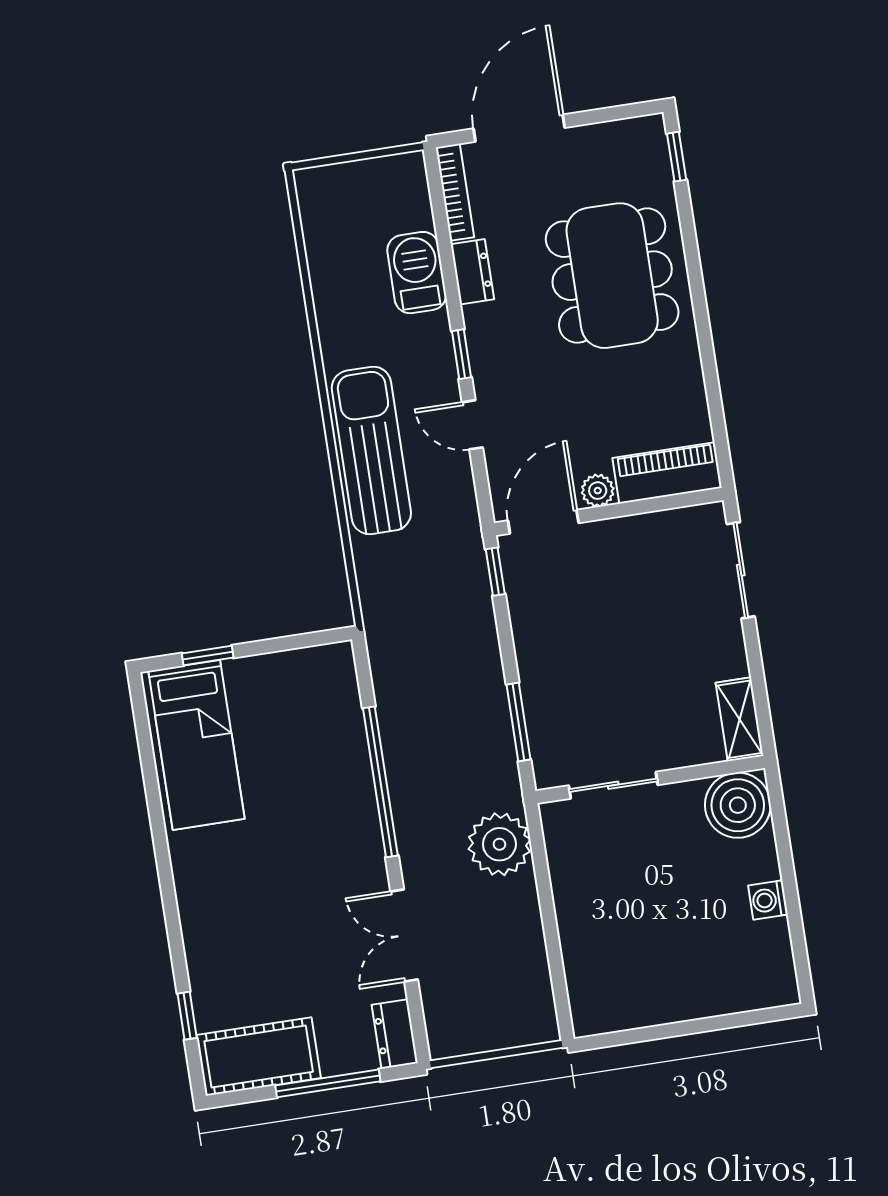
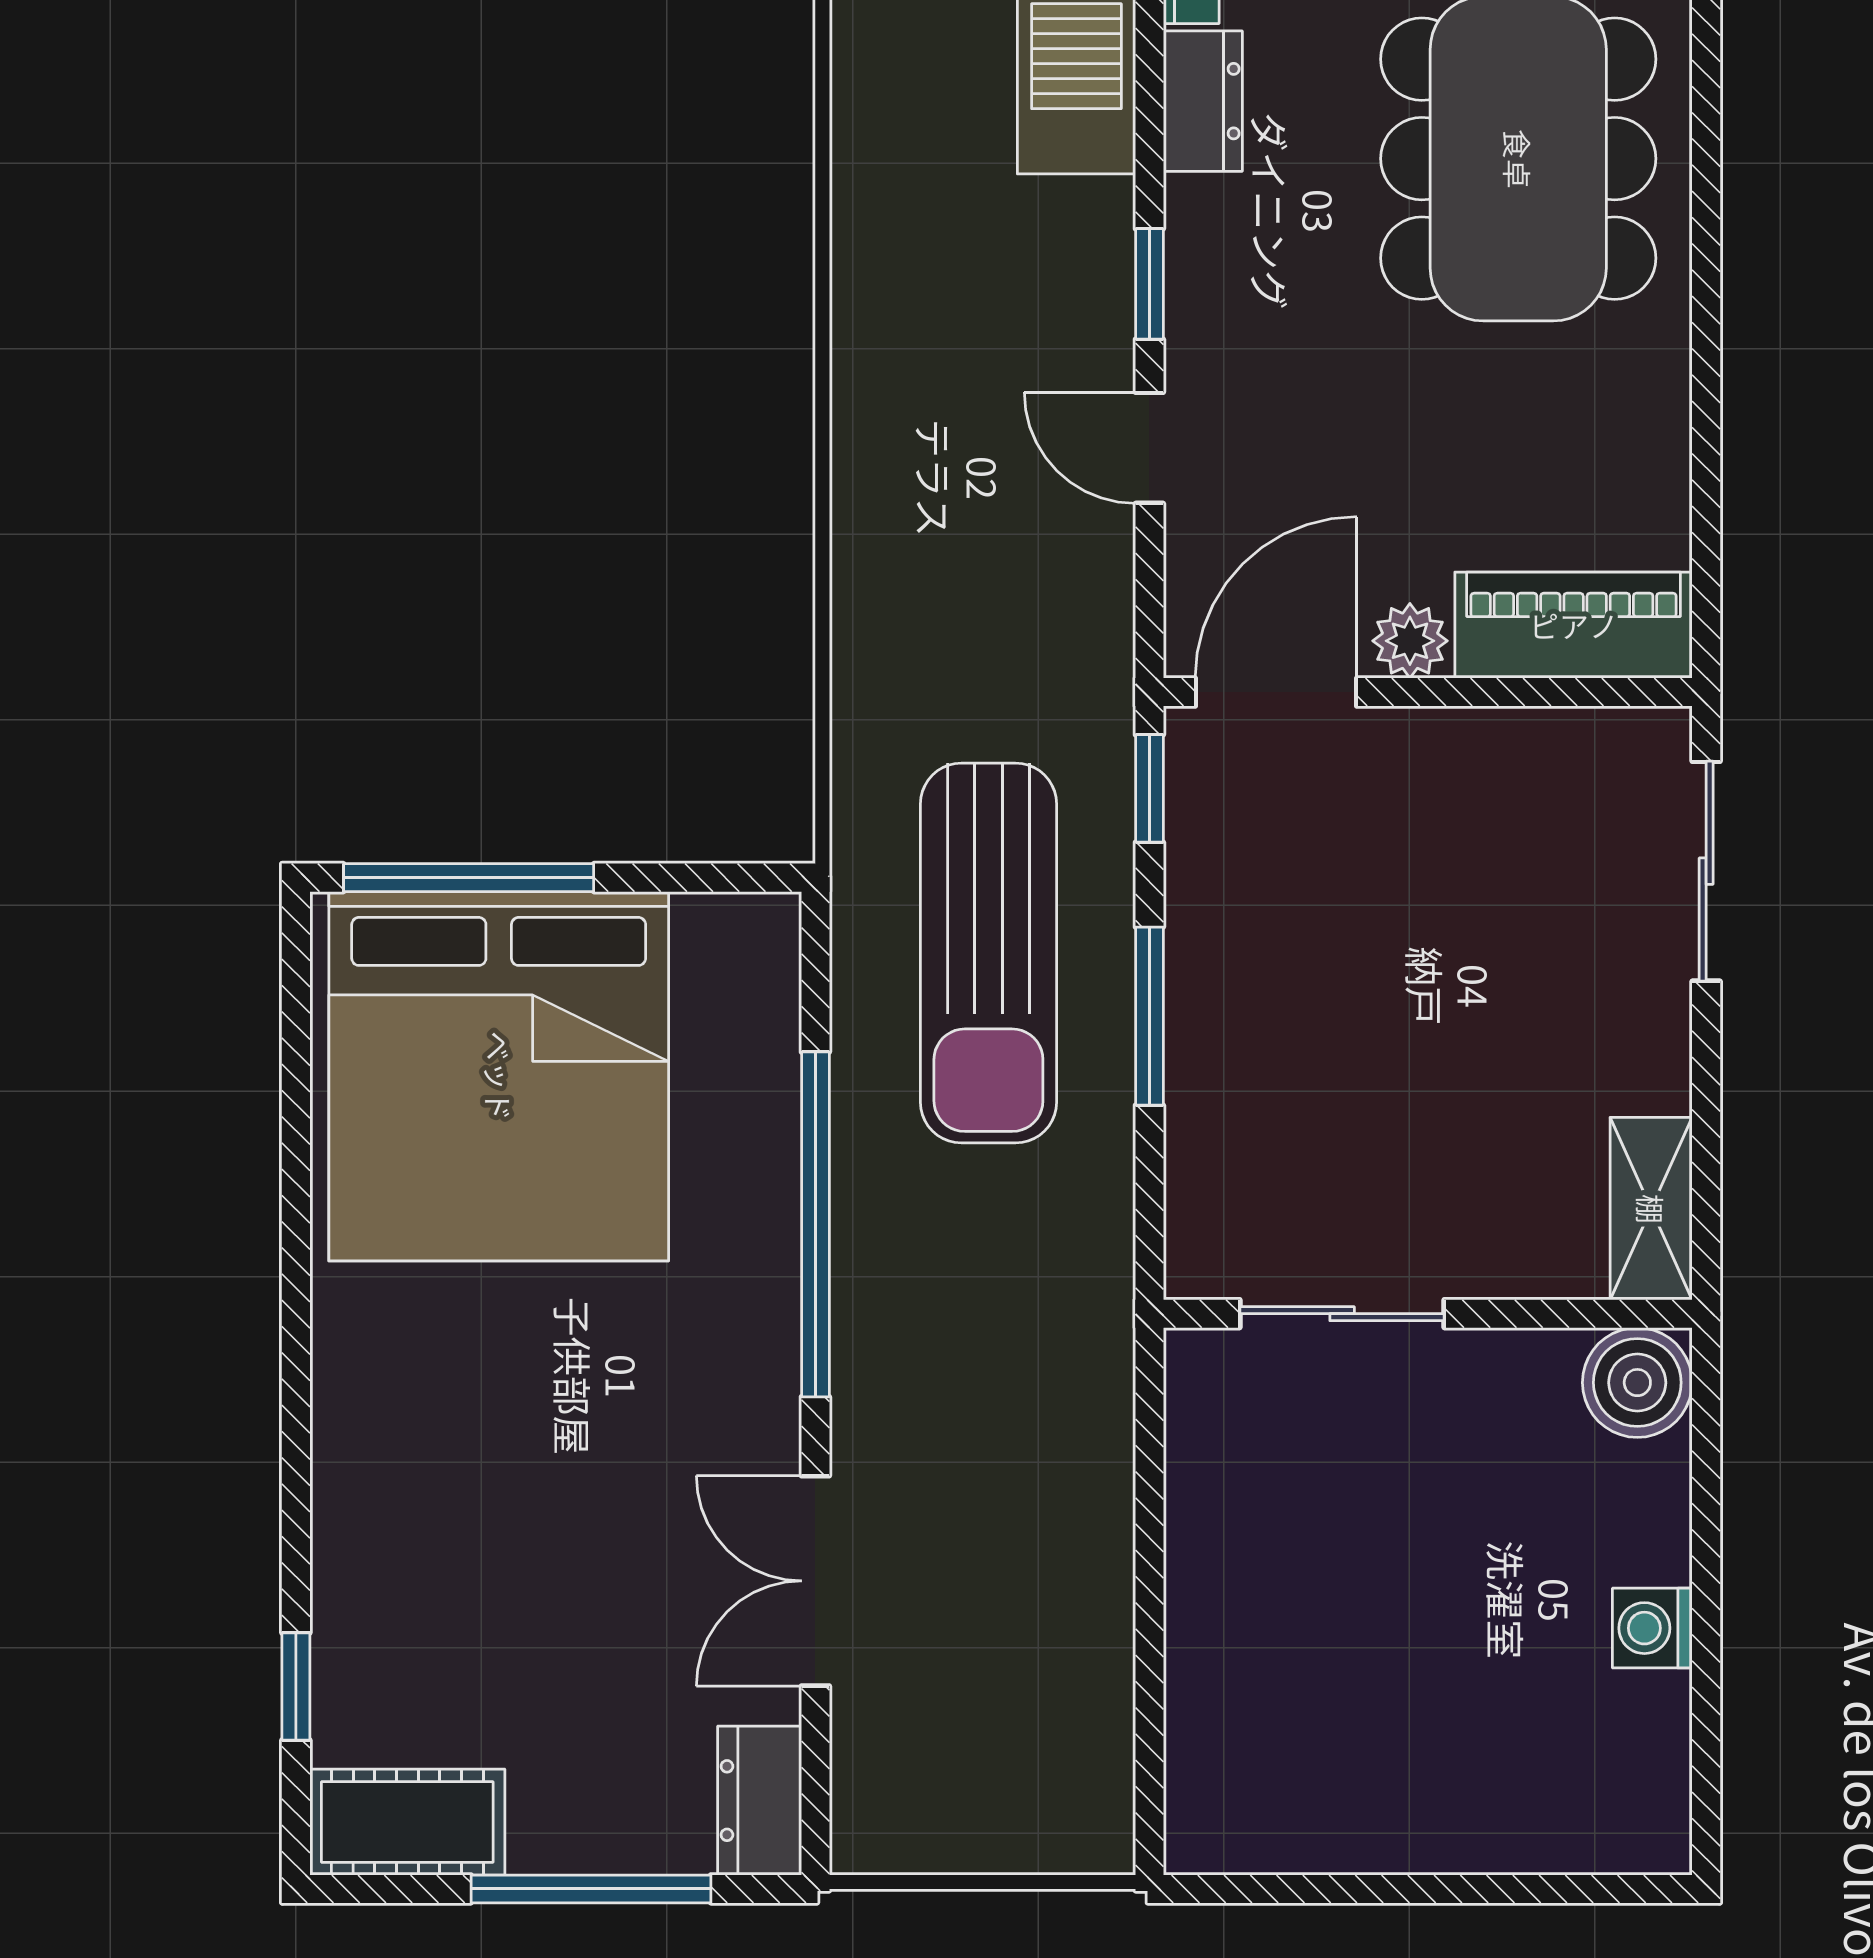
sun lounger: (371, 450) -> (988, 953), moved, turned 180
window: (208, 656) -> (469, 878), width x2.17
window: (518, 722) -> (1149, 1016), moved
bed: (196, 745) -> (499, 1076), width x2.04
boiler: (738, 805) -> (1637, 1383), width x0.73, depth x0.73
plant: (499, 844) -> (1063, 1408), removed
cot: (259, 1057) -> (407, 1822), width x0.73, depth x0.75

